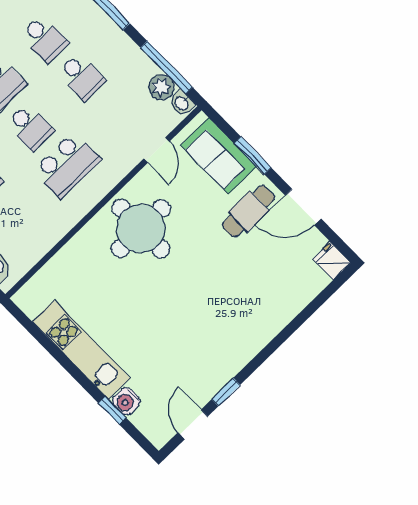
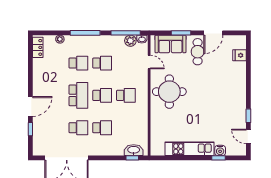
school desk: (67, 165) -> (126, 95), width x0.54
fridge: (332, 261) -> (240, 55), moved

